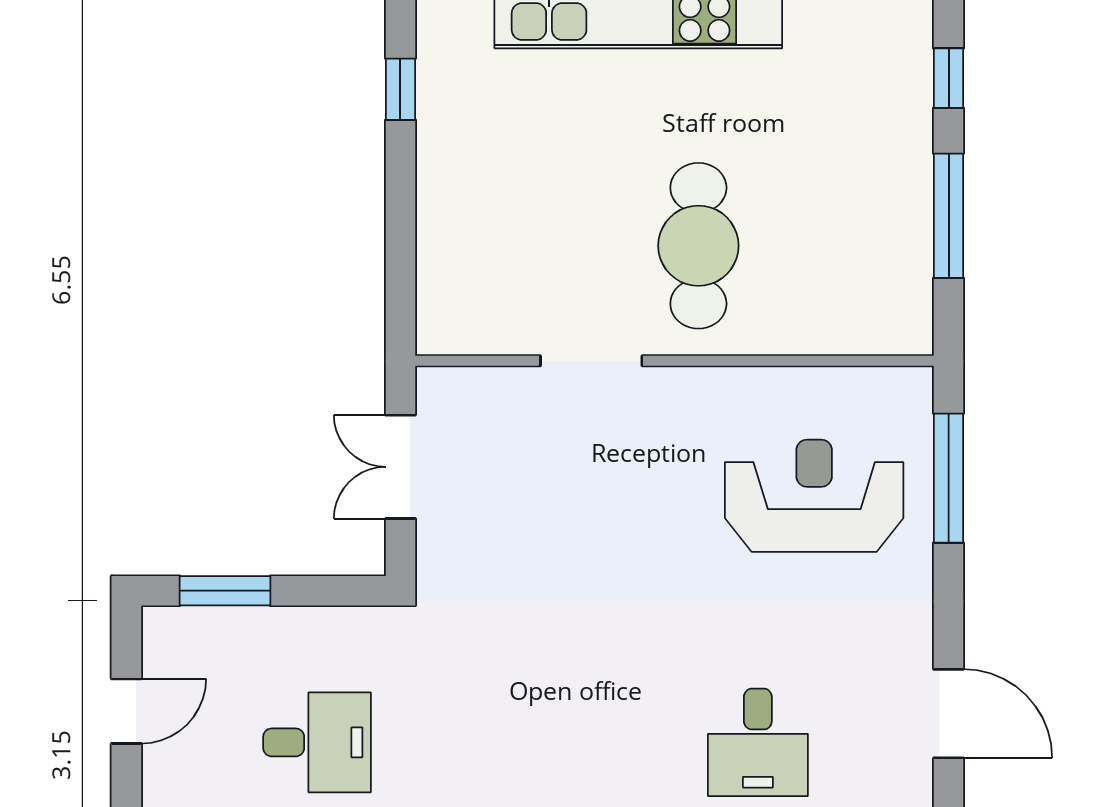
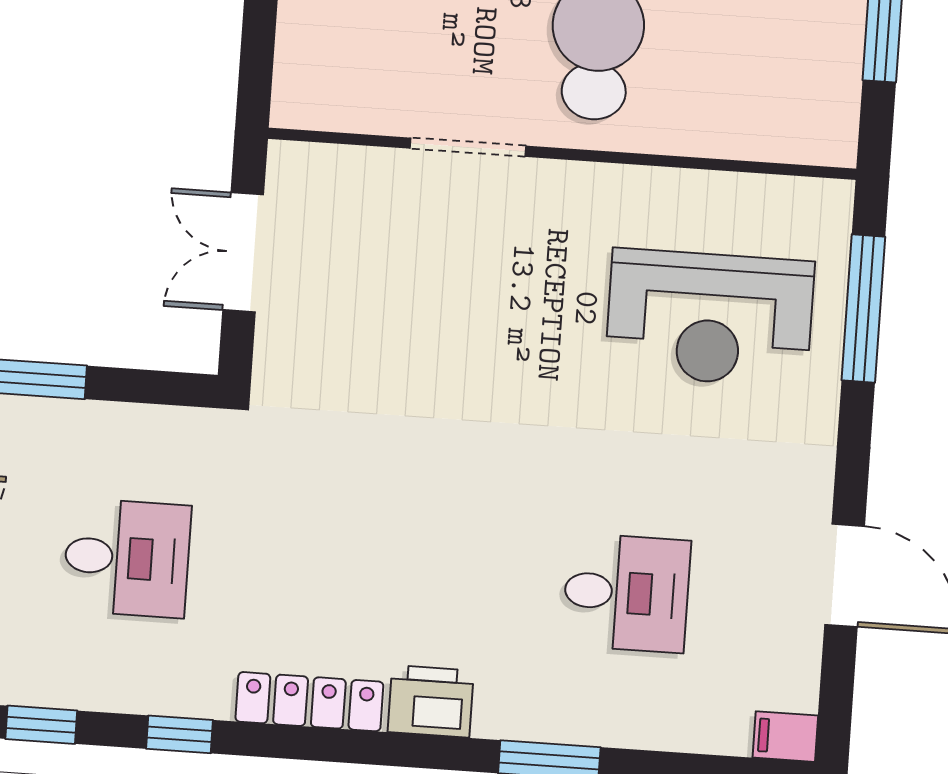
reception desk: (814, 496) -> (710, 318), turned 180
desk: (758, 742) -> (626, 593), turned -90

